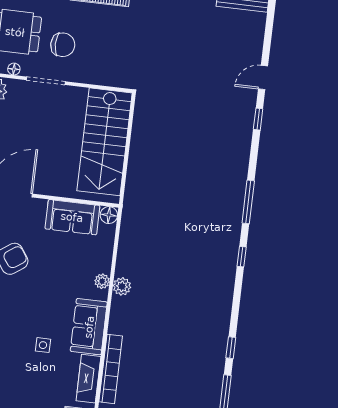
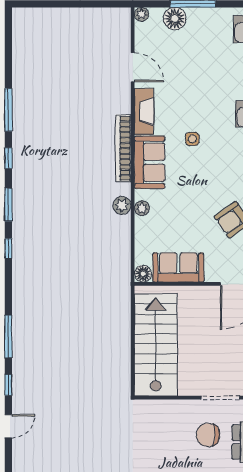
window: (248, 202) -> (8, 336), moved
window: (236, 301) -> (8, 205), added
bookcase: (111, 369) -> (123, 148), moved

